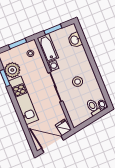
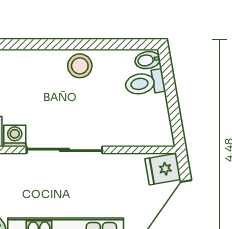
stool: (78, 82) -> (80, 66), moved

